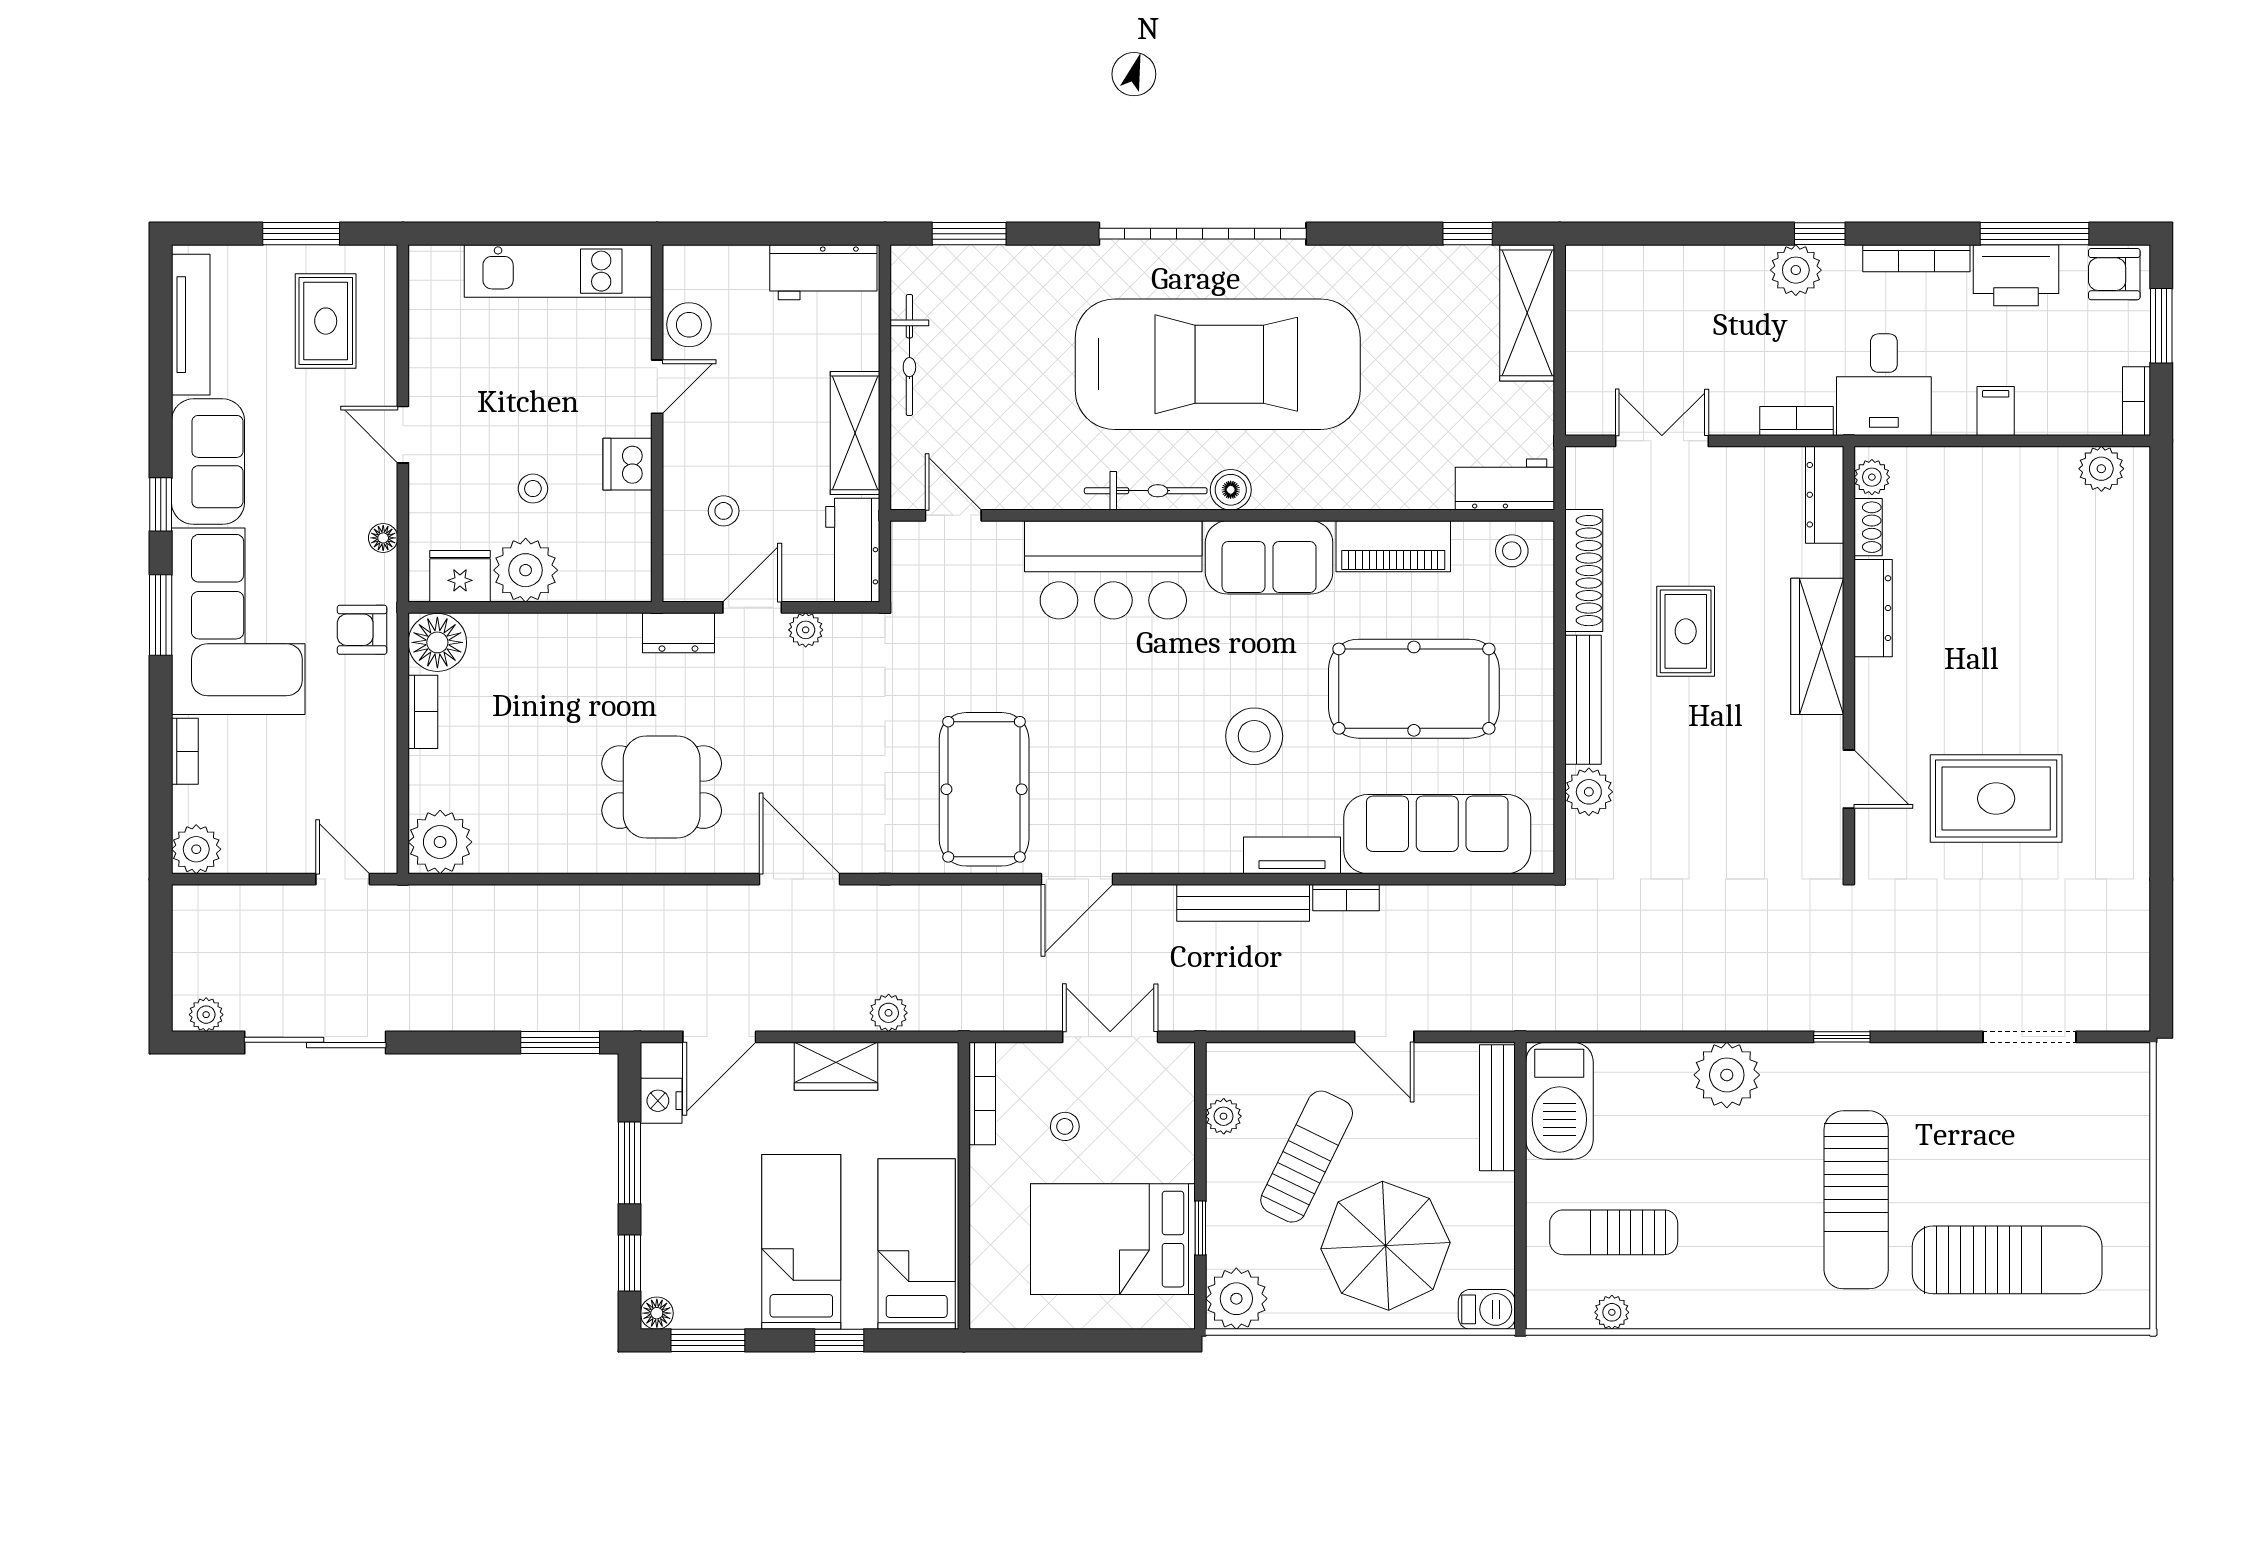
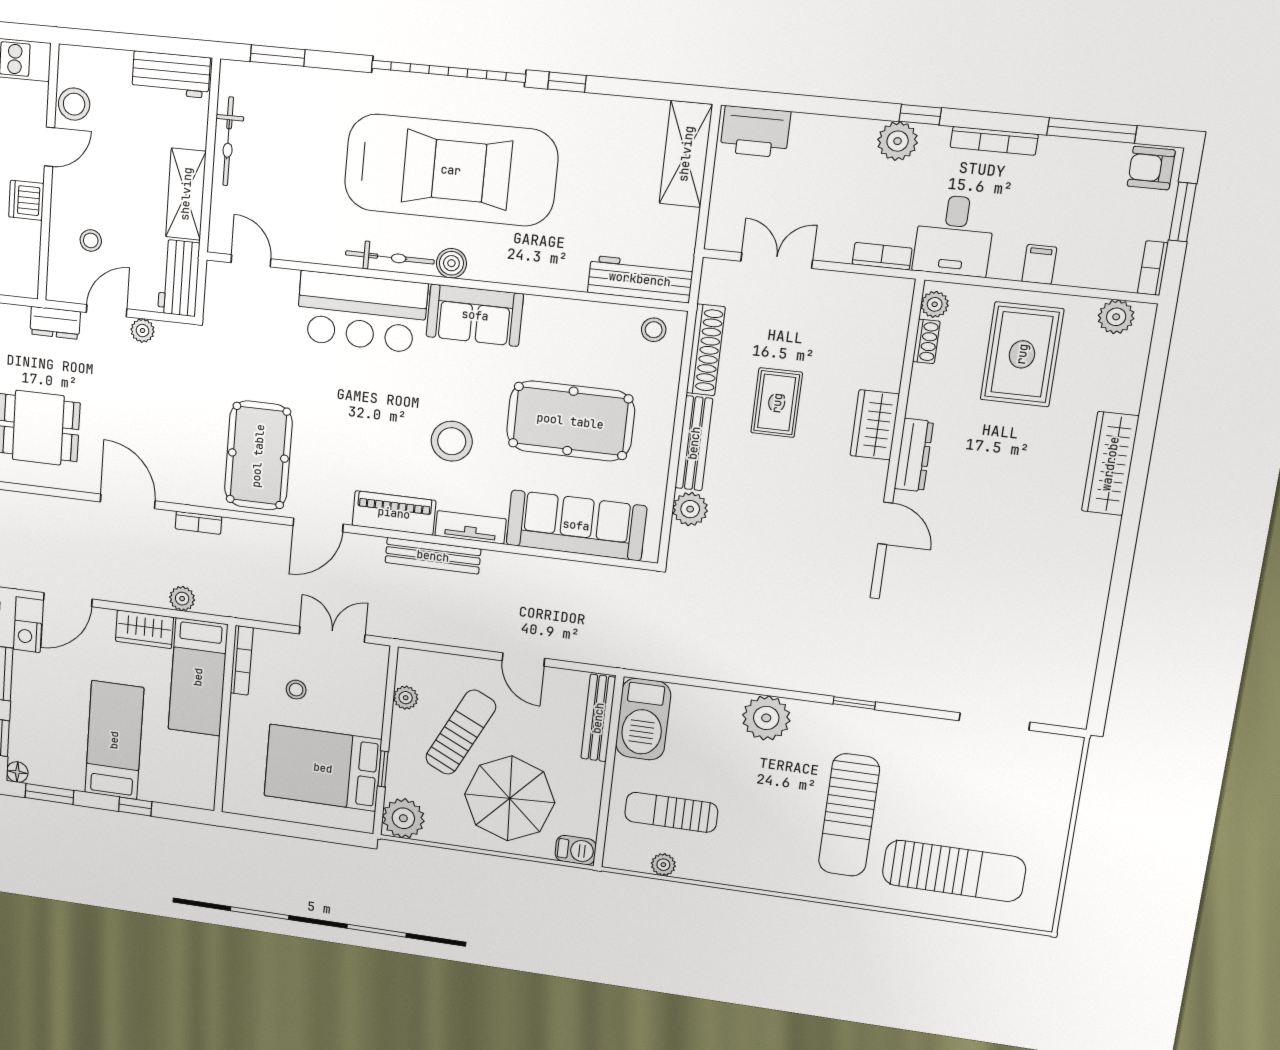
window: (1468, 234) -> (567, 82), moved
printer: (2016, 275) -> (755, 132), moved
workbench: (1505, 485) -> (640, 279), width x1.38
dresser: (1825, 495) -> (896, 314), removed
piano: (1393, 546) -> (394, 513), moved, turned 180
dresser: (1873, 608) -> (914, 455), moved
wardrobe: (1817, 646) -> (875, 425), width x0.67
wardrobe: (2124, 663) -> (1110, 464), added
rug: (1996, 799) -> (1022, 354), moved, turned 90
bookcase: (1346, 898) -> (198, 523), moved
bed: (917, 1244) -> (198, 677), moved, turned 180

